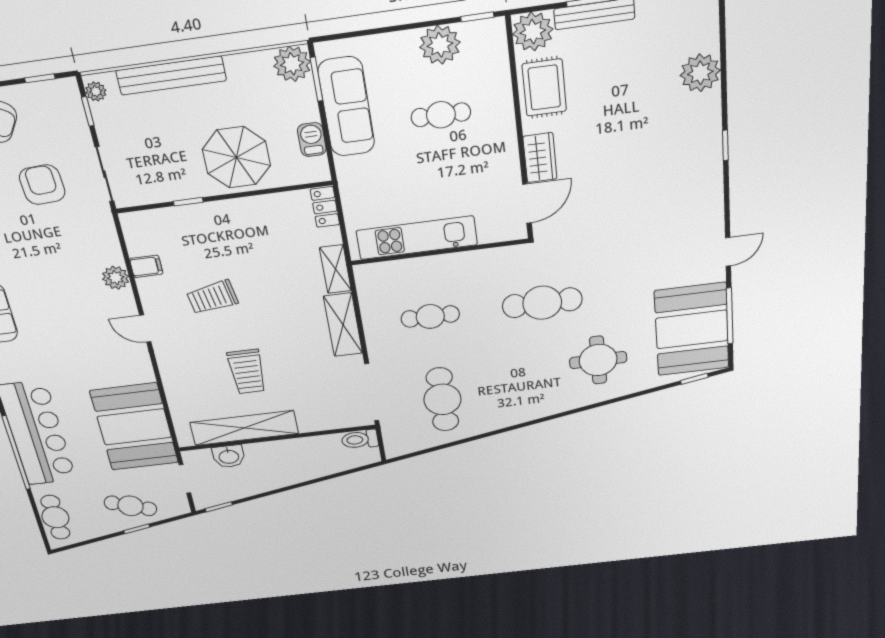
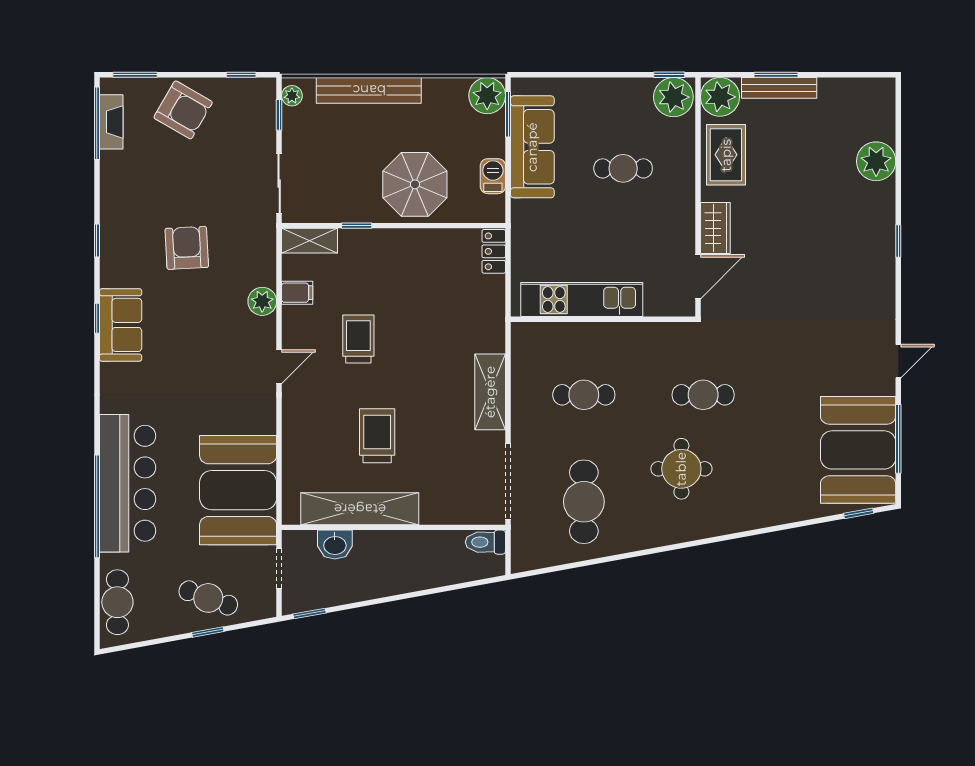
plant: (440, 45) -> (673, 97), moved
armchair: (42, 185) -> (187, 248), moved
shelving: (335, 269) -> (309, 241), moved, turned 90
trolley: (212, 297) -> (358, 339), turned 100
cafe table: (542, 303) -> (703, 395), width x0.73, depth x0.74
door: (145, 329) -> (279, 367), swing flipped
round table: (598, 360) -> (681, 469), moved
trolley: (247, 372) -> (377, 436), turned 180

